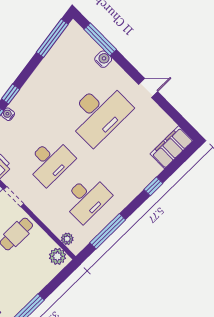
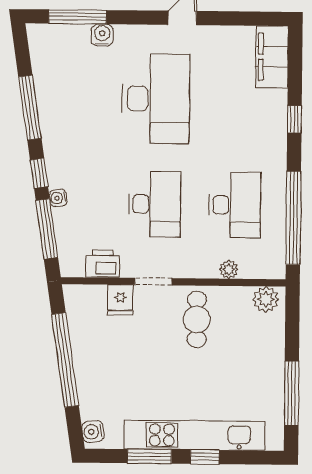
window: (52, 38) -> (30, 108), moved
window: (108, 231) -> (293, 218), width x1.46
plant: (67, 239) -> (229, 269), moved

